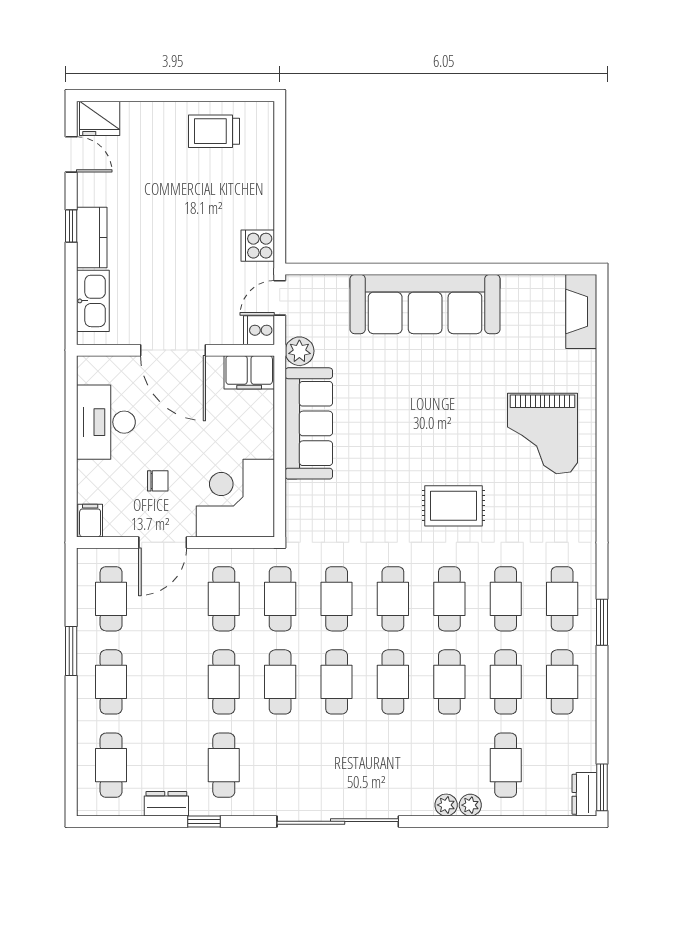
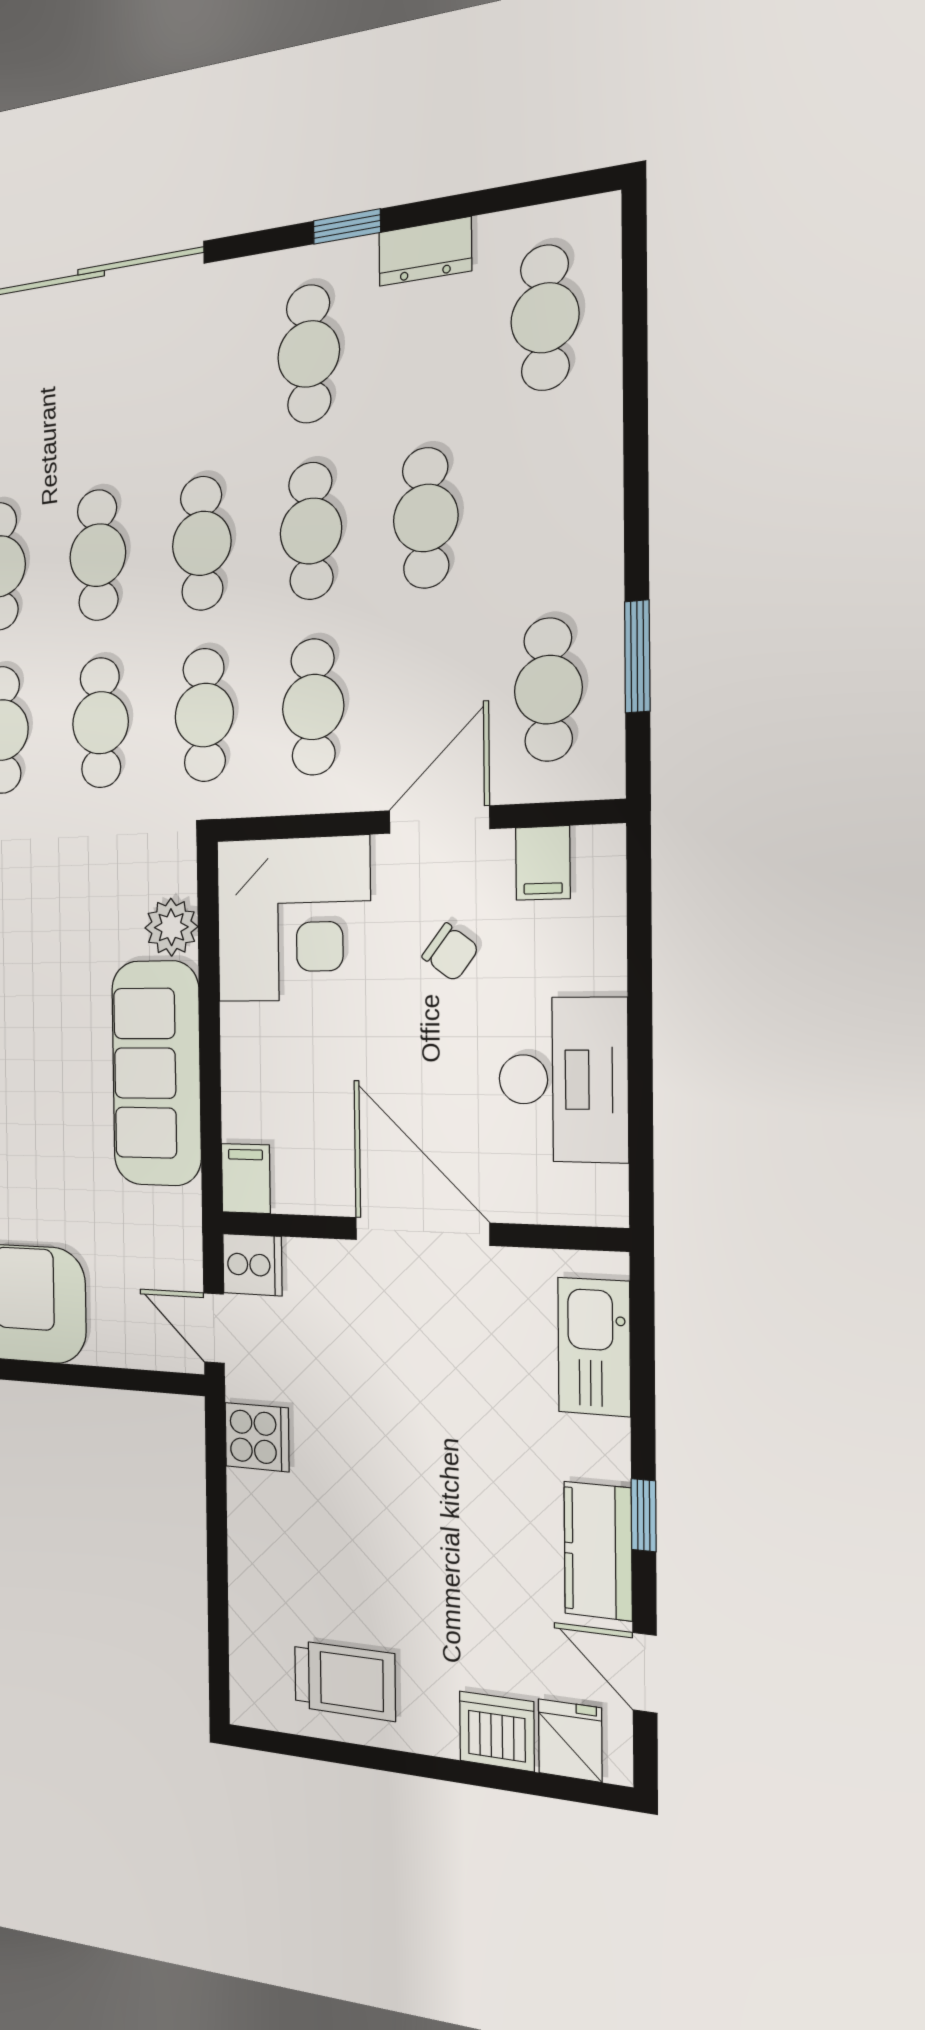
dishwasher: (140, 117) -> (497, 1731), added
fridge: (100, 118) -> (570, 1740), width x0.72
kitchen counter: (92, 238) -> (598, 1551), moved
door: (280, 298) -> (214, 1328), swing flipped
plant: (299, 351) -> (171, 927), moved
filing cabinet: (249, 372) -> (246, 1179), width x0.50
chair: (158, 481) -> (450, 952), turned -143
filing cabinet: (90, 521) -> (543, 863), moved
window: (71, 651) -> (637, 656), moved
cafe table: (111, 682) -> (426, 518), moved

